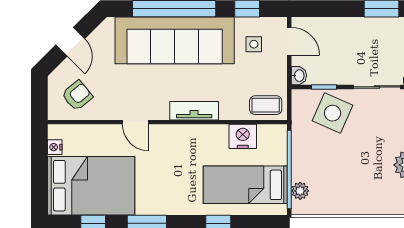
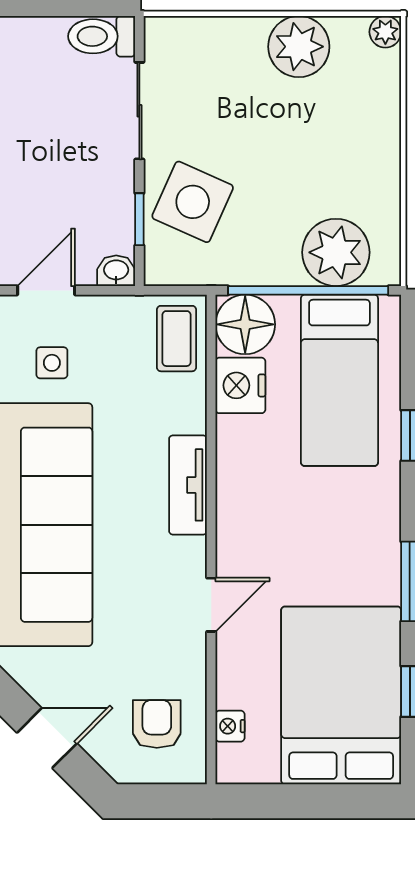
armchair: (77, 95) -> (157, 724), turned 39
floor lamp: (273, 139) -> (245, 324), added
nightstand: (55, 147) -> (230, 726), moved, turned 90
plant: (300, 191) -> (336, 252), width x1.88, depth x1.88

